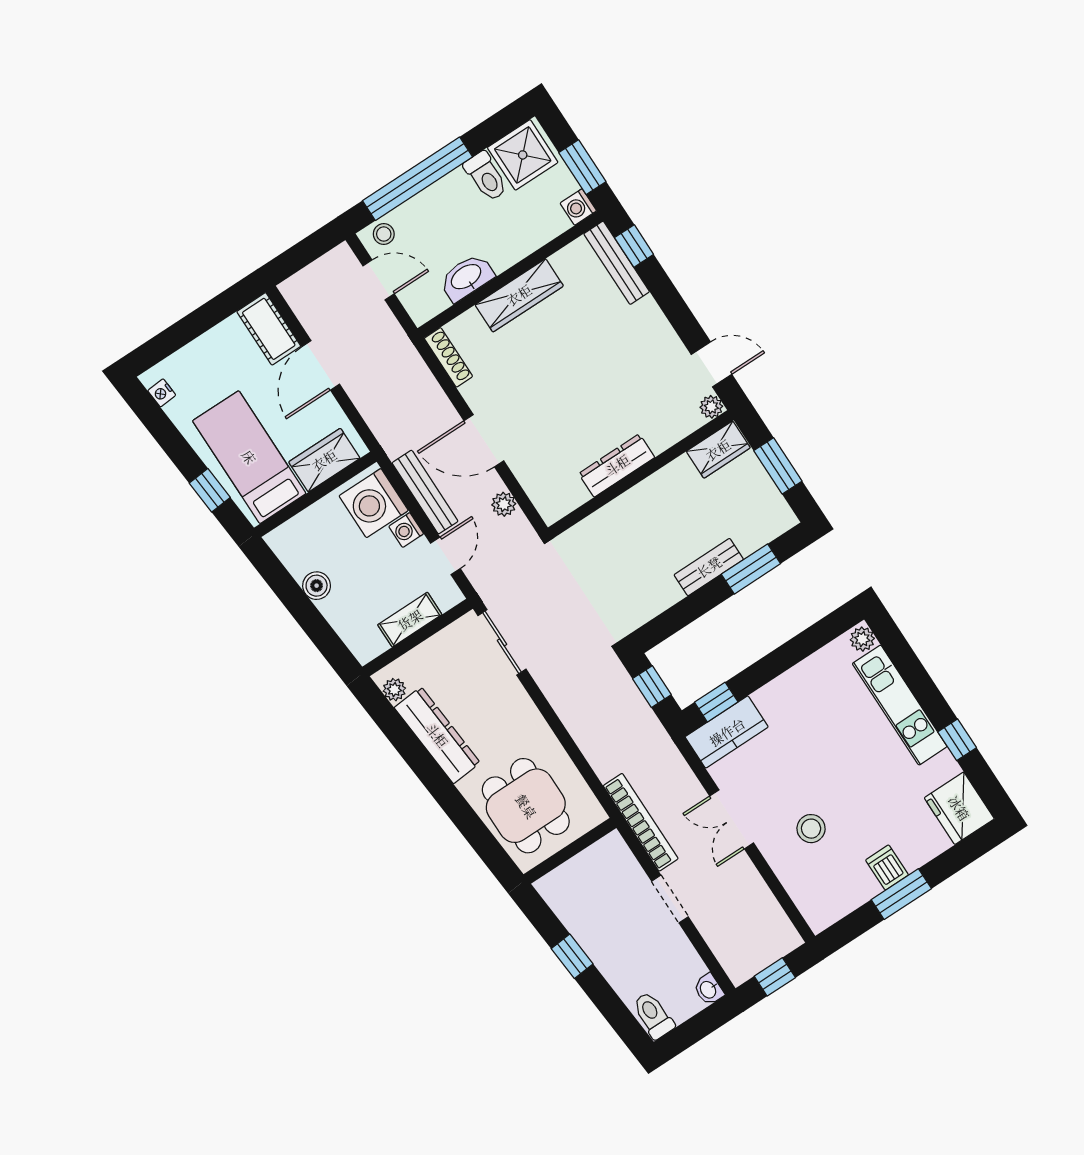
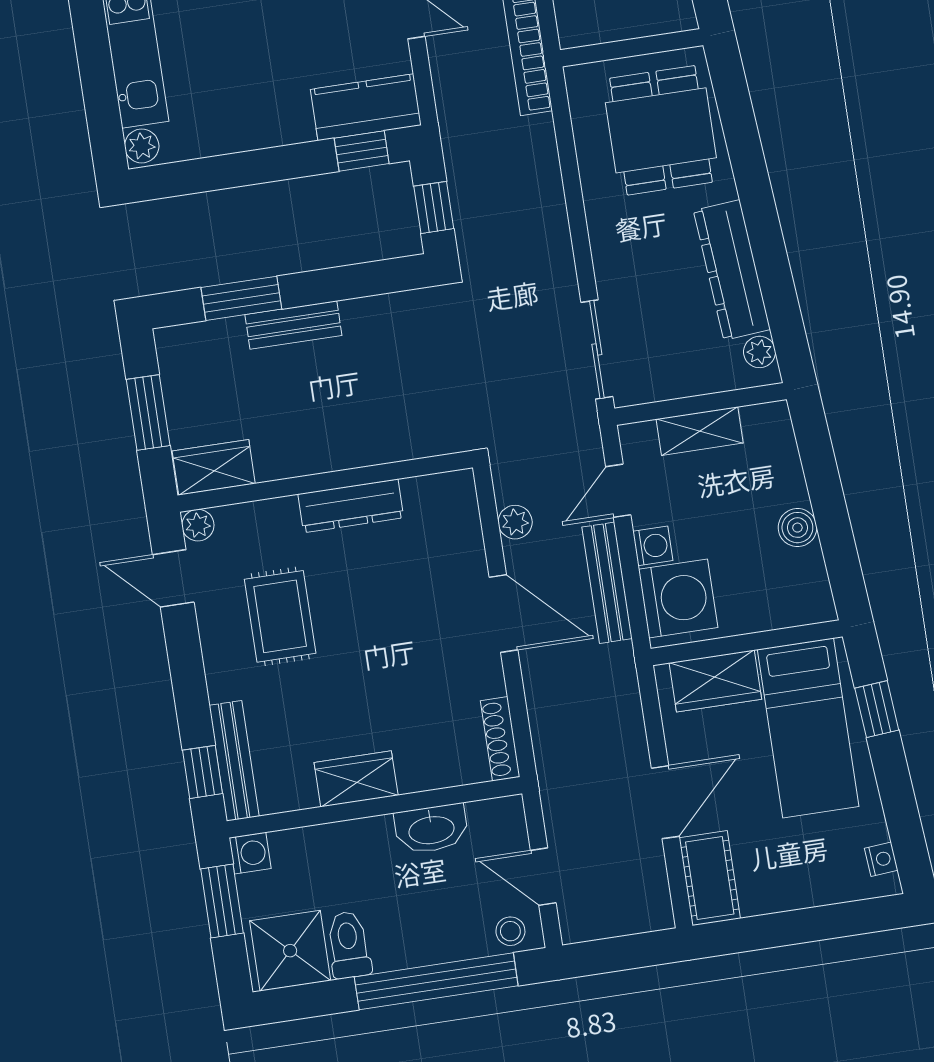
wardrobe: (519, 295) -> (356, 779), width x0.67
rug: (630, 372) -> (280, 616), added

